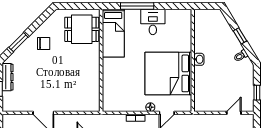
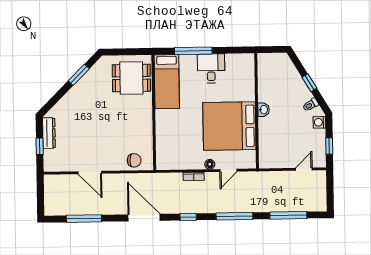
window: (18, 42) -> (79, 75), moved
chair: (44, 43) -> (134, 160), moved
washing machine: (248, 71) -> (319, 122), added

